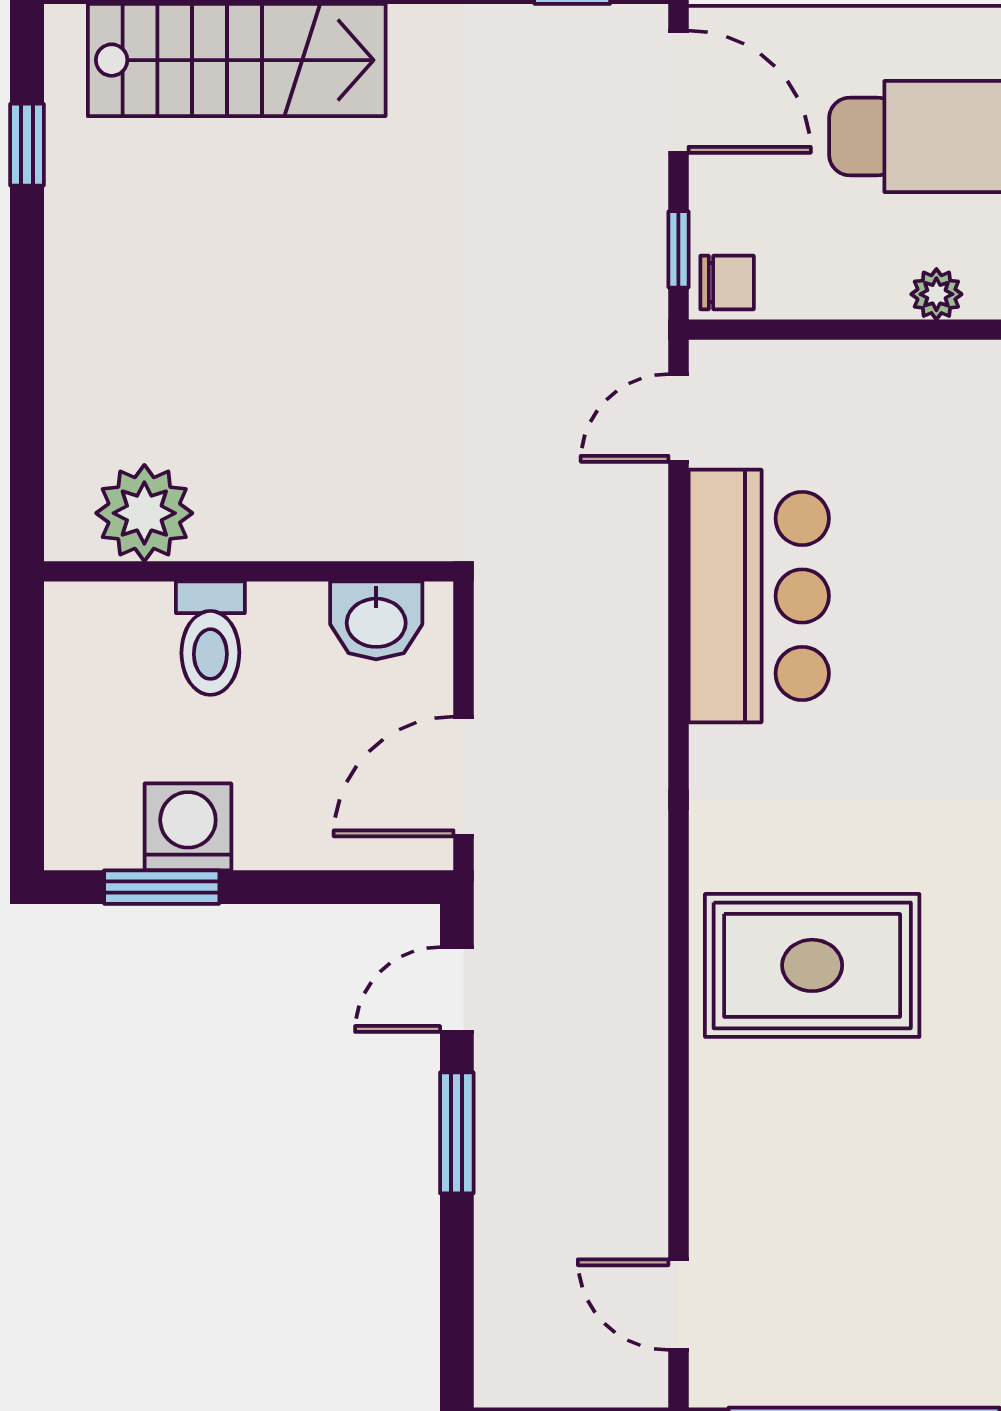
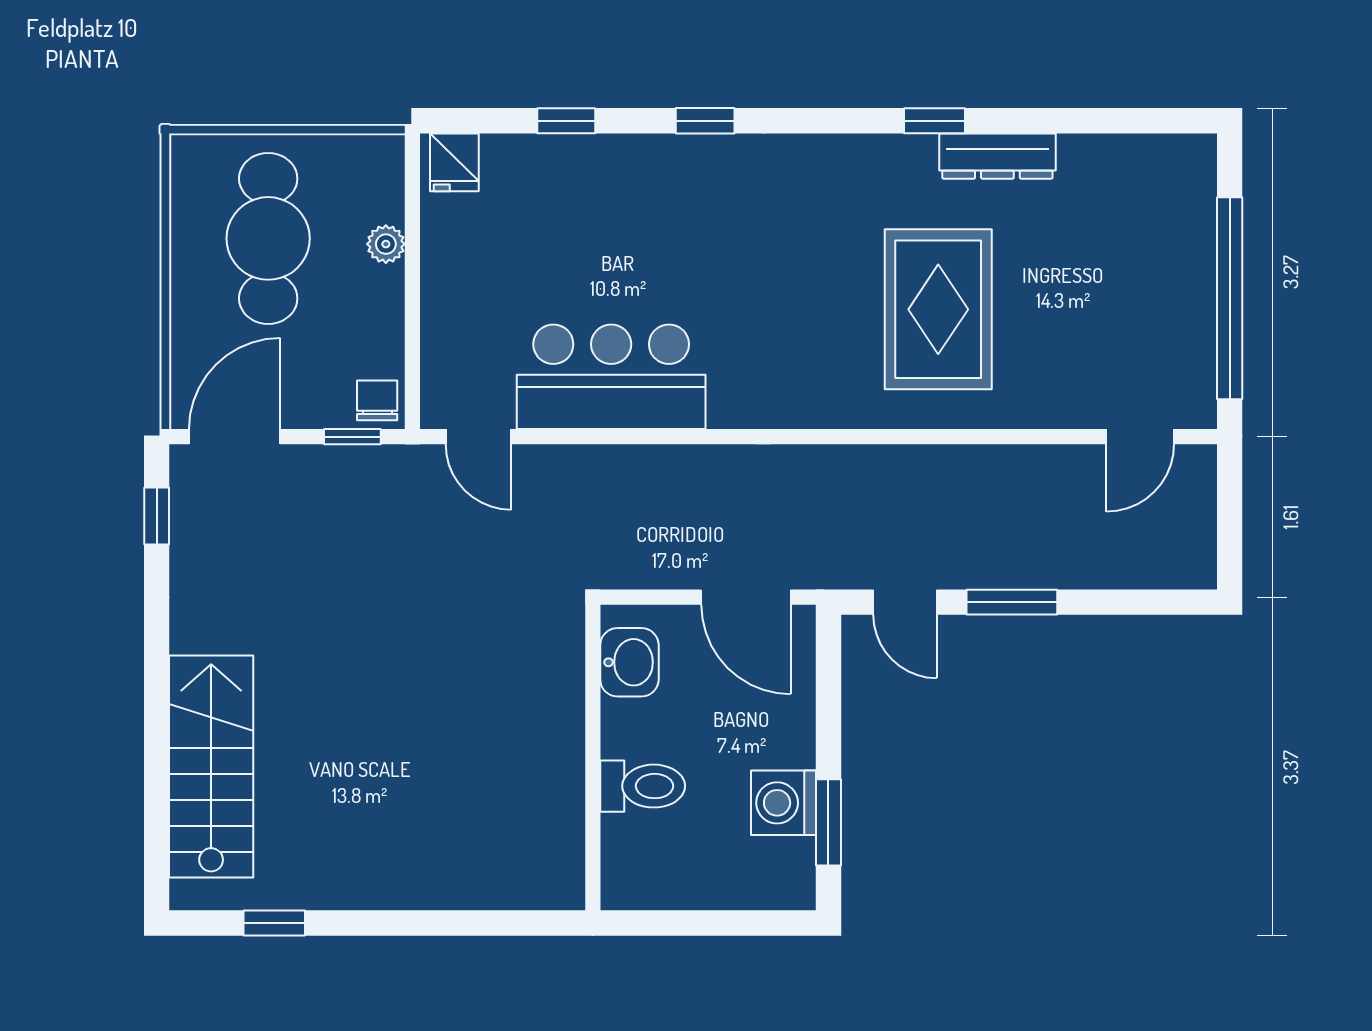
plant: (144, 513) -> (549, 835), removed
rug: (812, 965) -> (938, 309), moved

